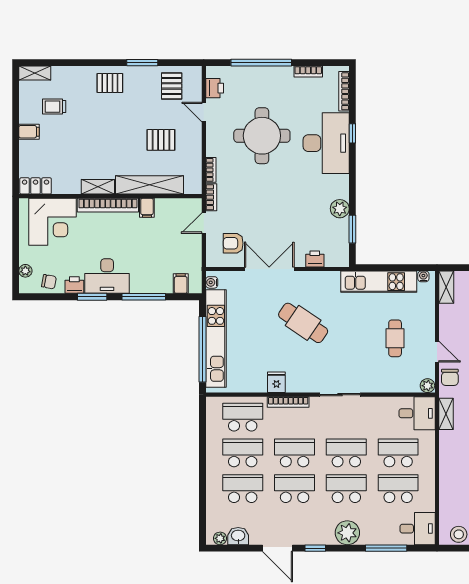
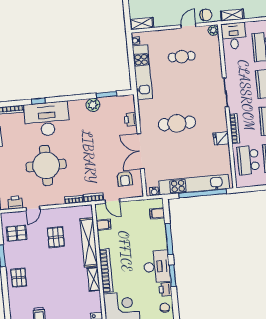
filing cabinet: (147, 208) -> (104, 225), moved
cafe table: (303, 323) -> (177, 123), turned 56

